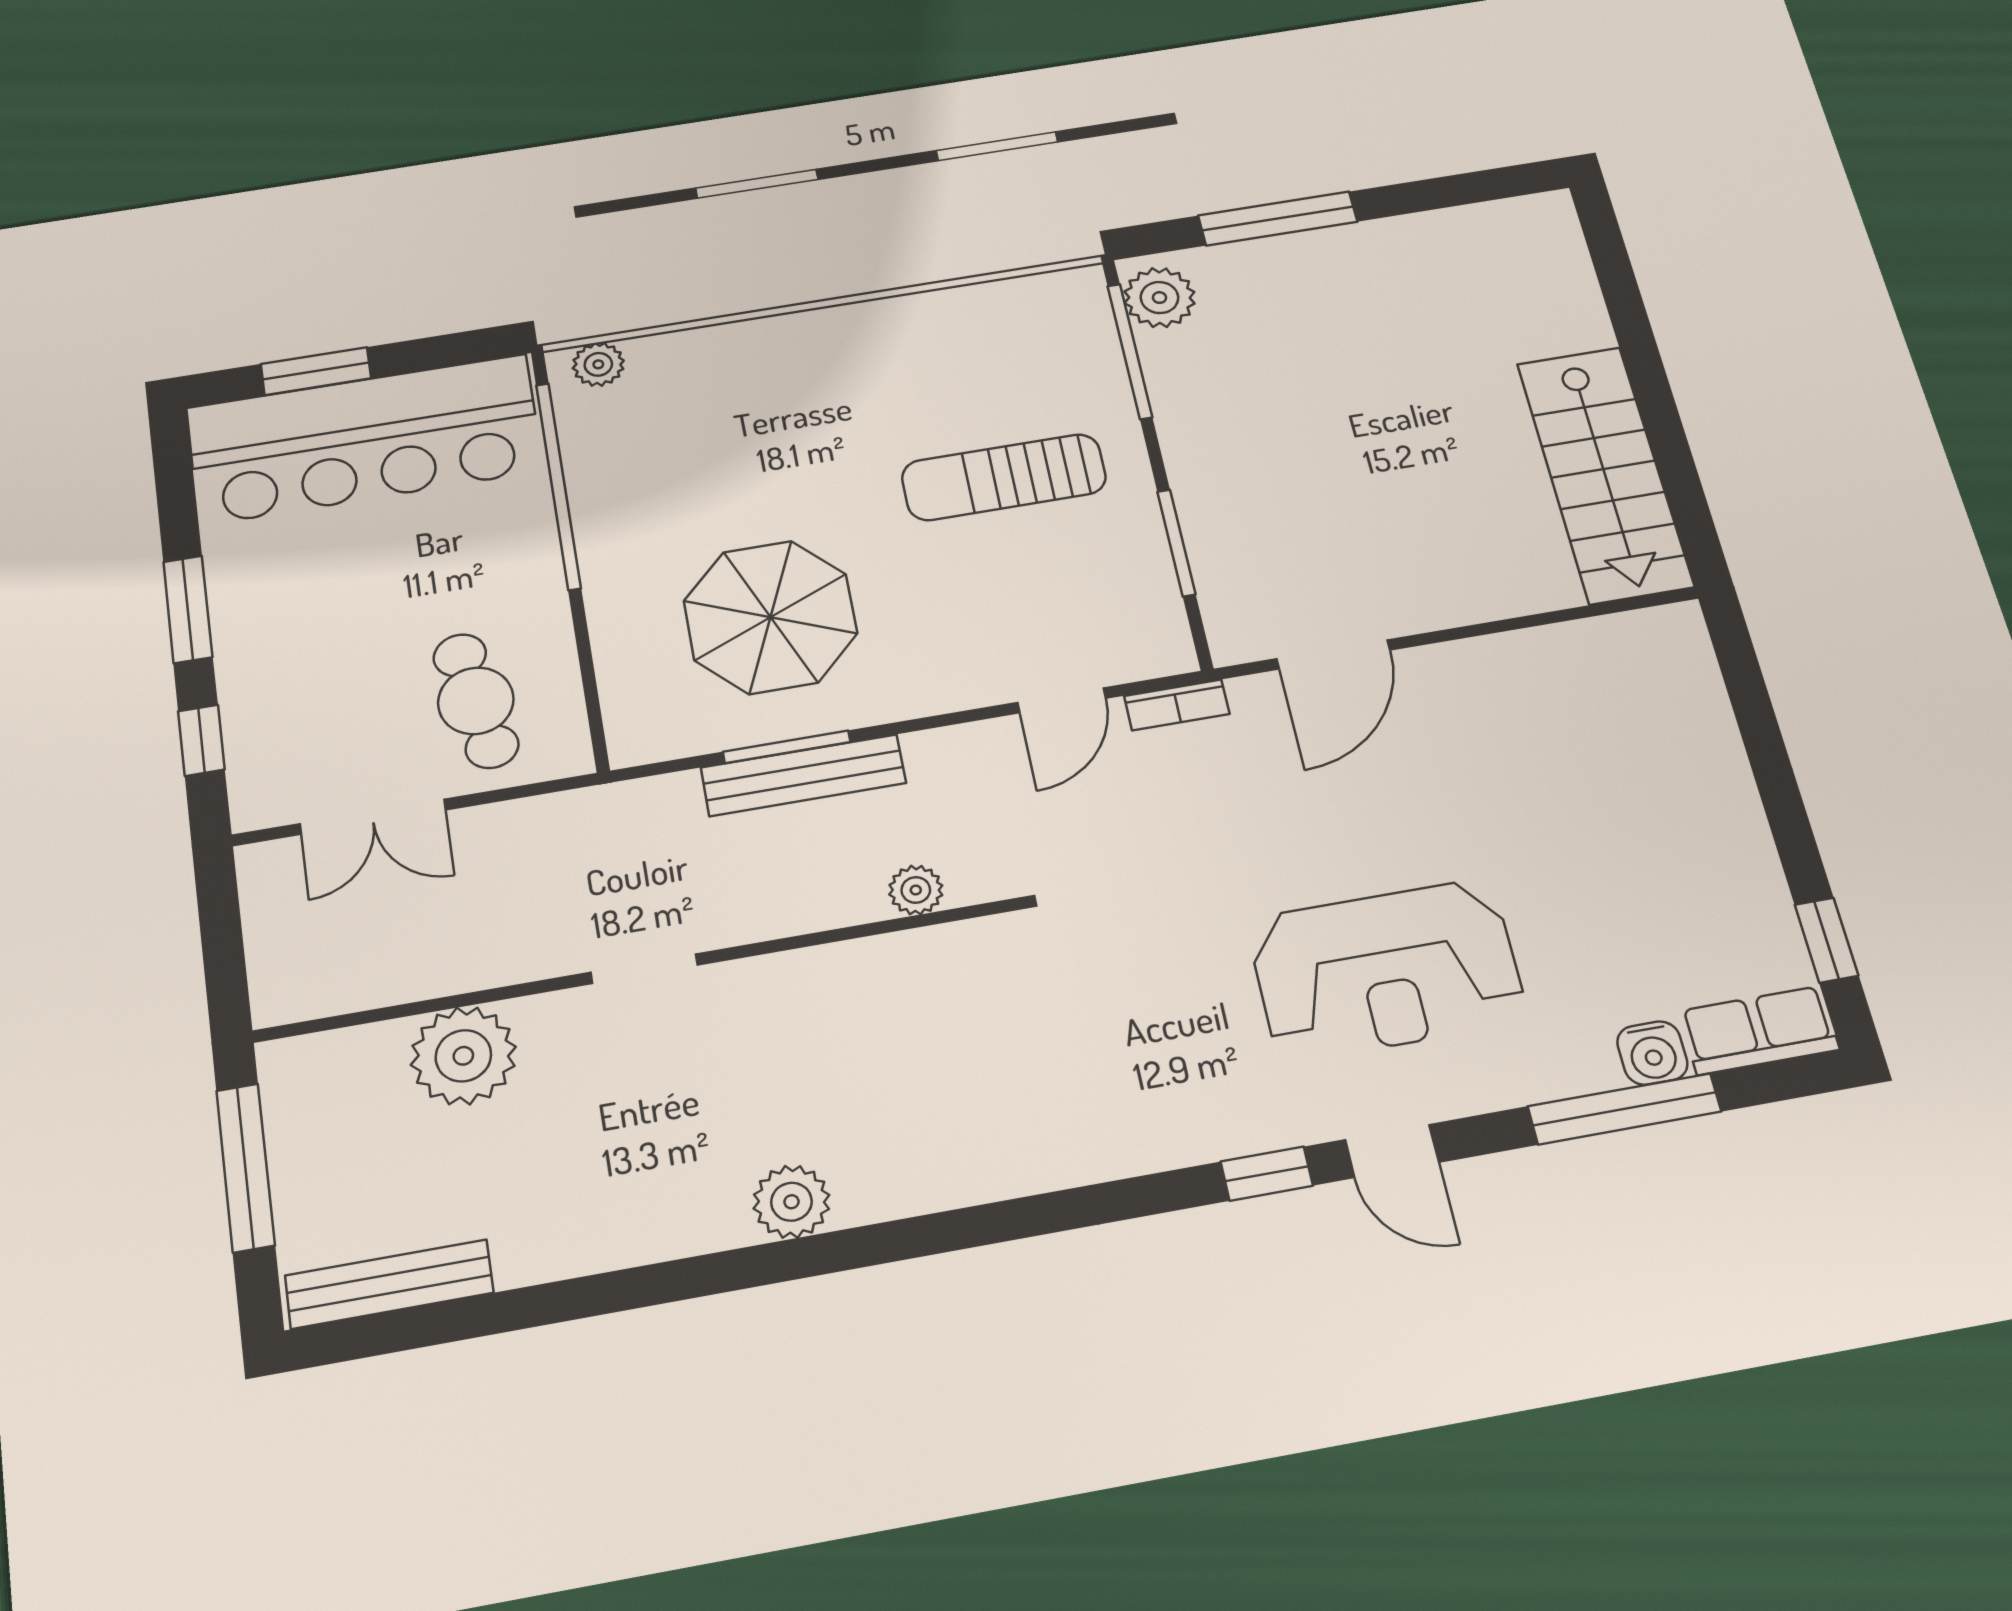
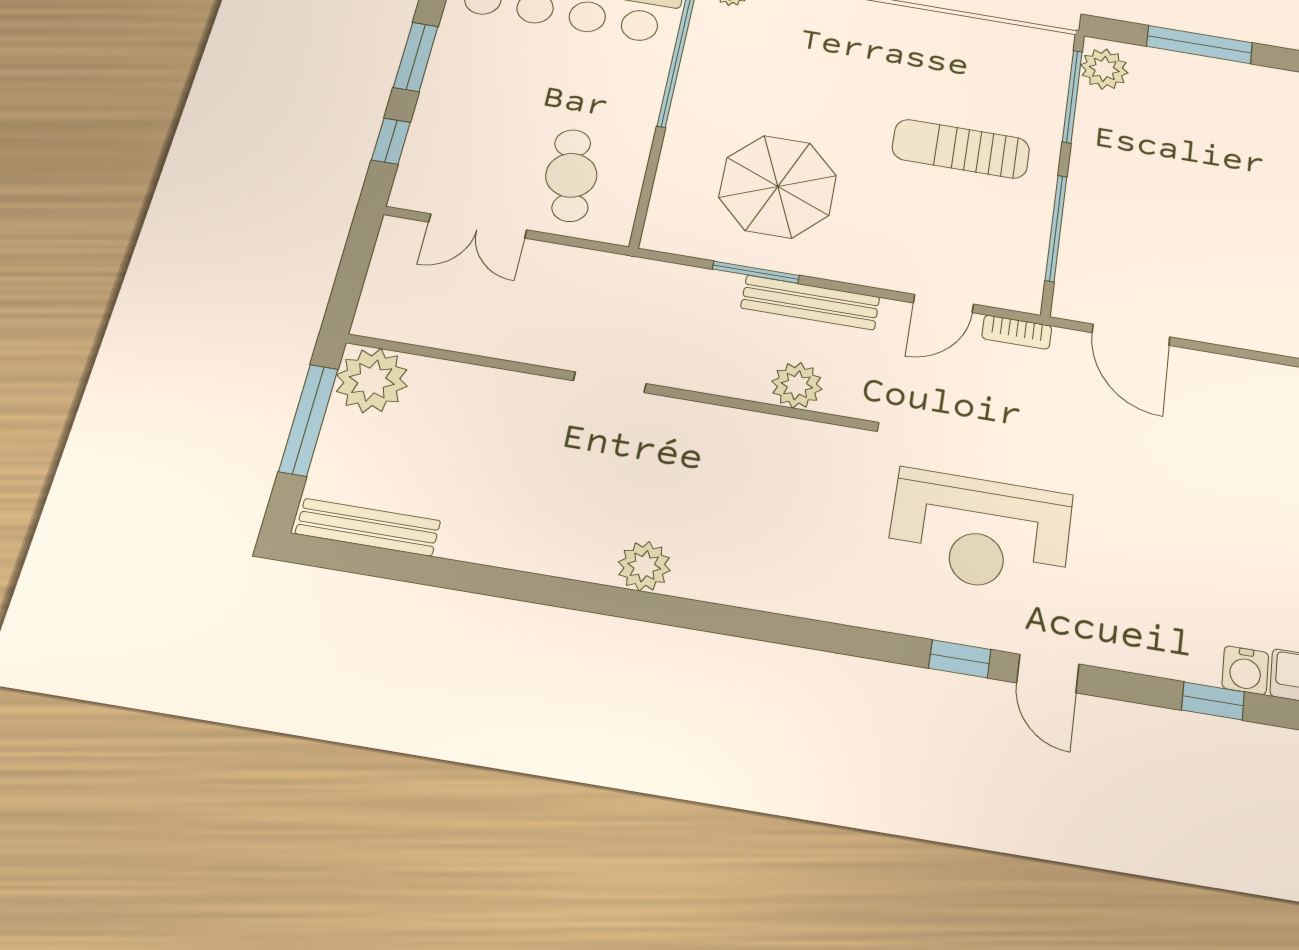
window: (1176, 543) -> (1056, 228), width x1.44
door: (1333, 654) -> (1131, 335), hinge flipped
bench: (803, 775) -> (810, 303), moved
plant: (916, 890) -> (797, 385), width x1.38, depth x1.38
reception desk: (1386, 970) -> (980, 532), moved
plant: (463, 1056) -> (372, 381), moved
window: (1625, 1109) -> (1213, 701), width x0.46

